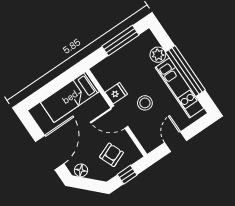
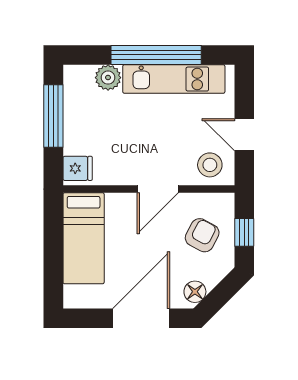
fridge: (116, 93) -> (78, 168), moved, turned 90
stool: (145, 103) -> (210, 165), moved
door: (50, 153) -> (141, 318), hinge flipped
armchair: (111, 155) -> (202, 235), turned 50

